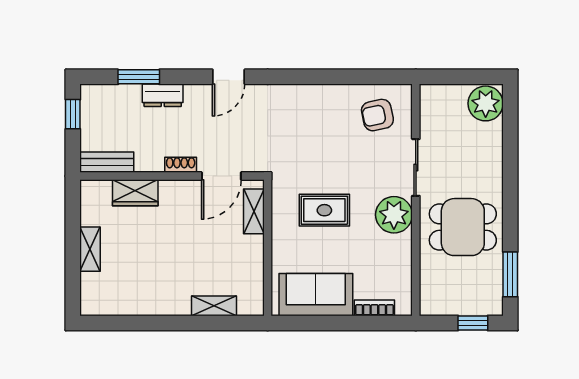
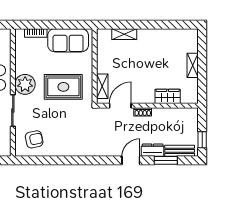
door: (229, 77) -> (131, 160), moved
bench: (107, 162) -> (180, 151), moved
rug: (324, 210) -> (63, 87), width x1.36, depth x1.43

